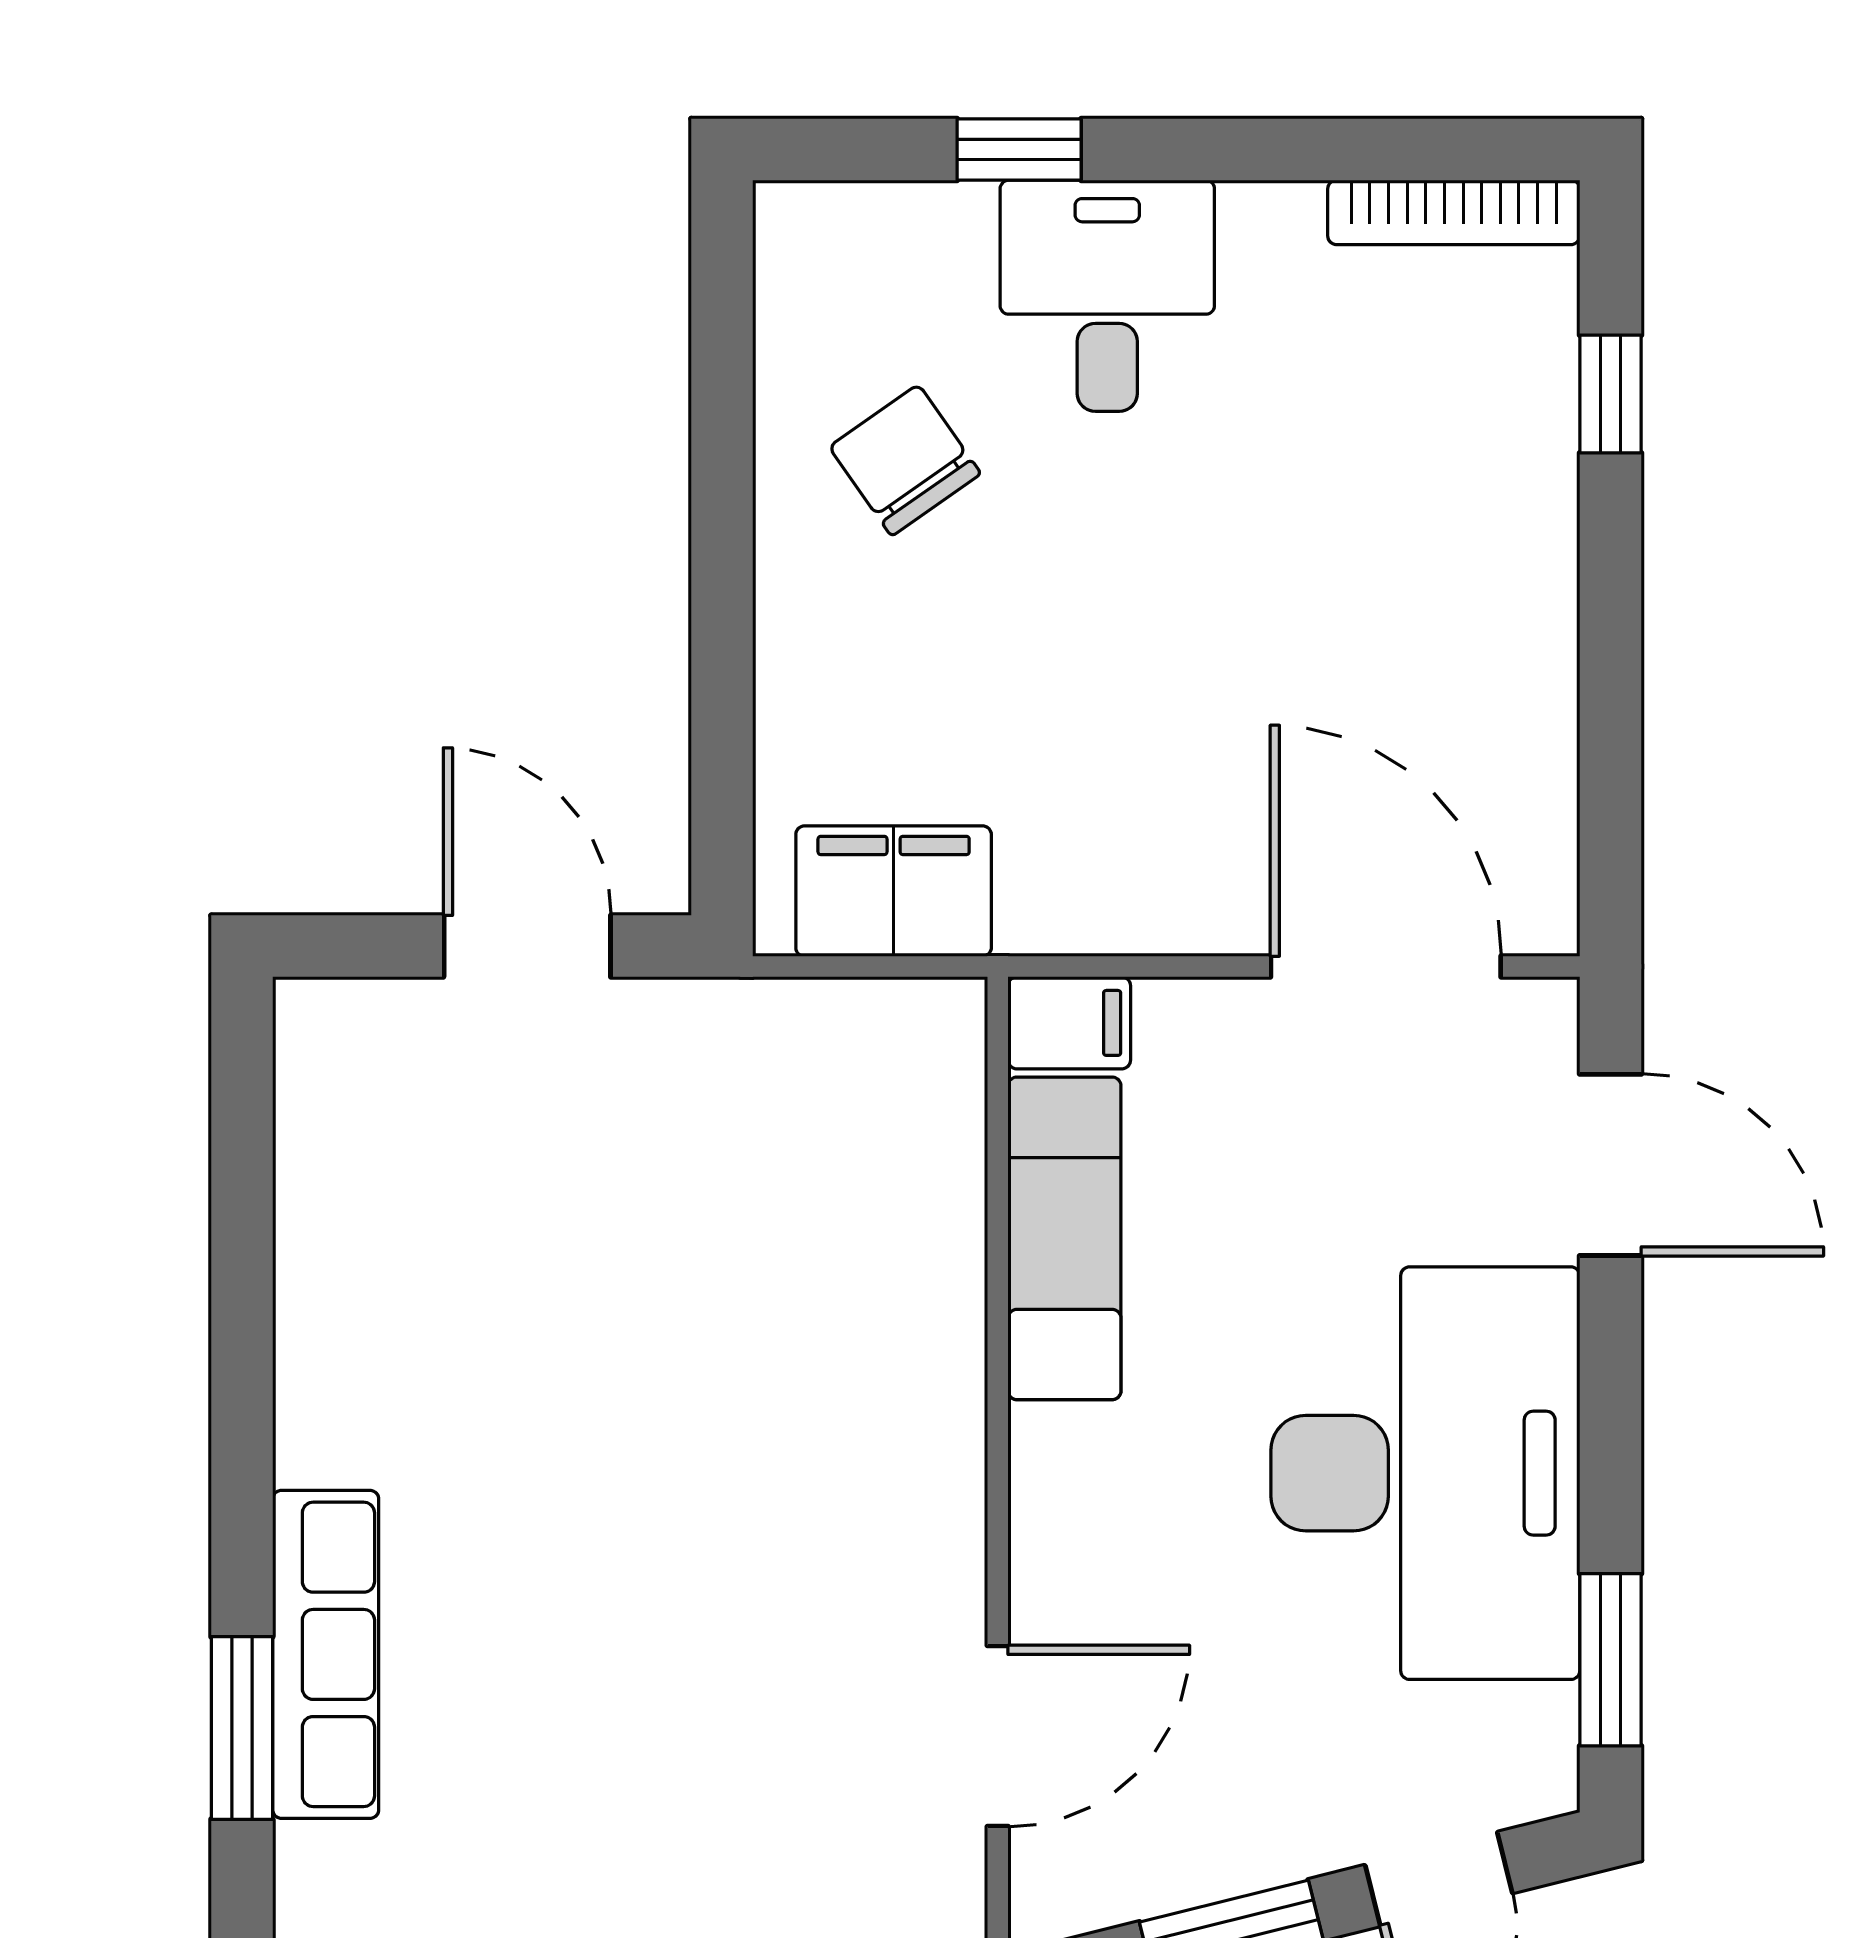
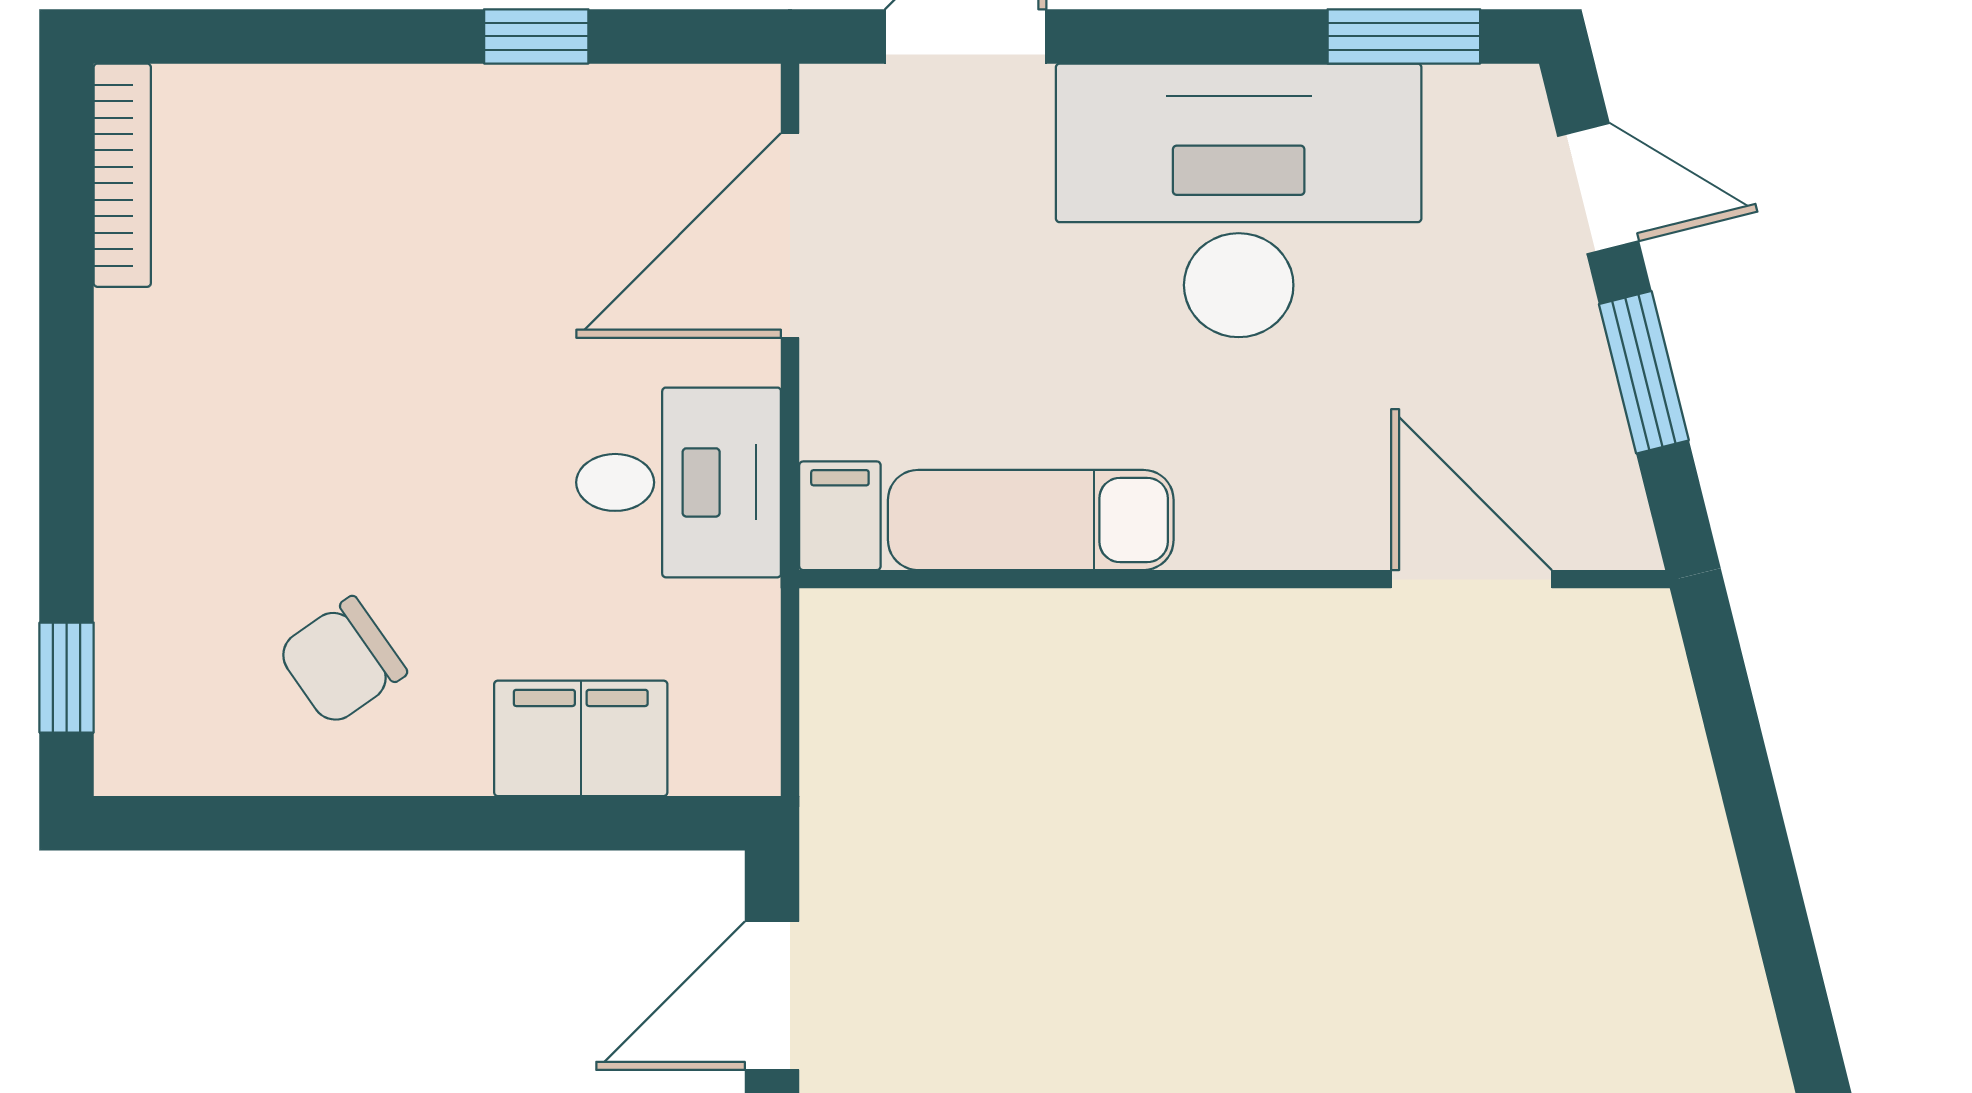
window: (1019, 149) -> (67, 678), moved
desk: (1107, 296) -> (679, 482), moved, turned 180
window: (1610, 394) -> (536, 36), moved
filing cabinet: (894, 891) -> (581, 738), moved, turned 90

